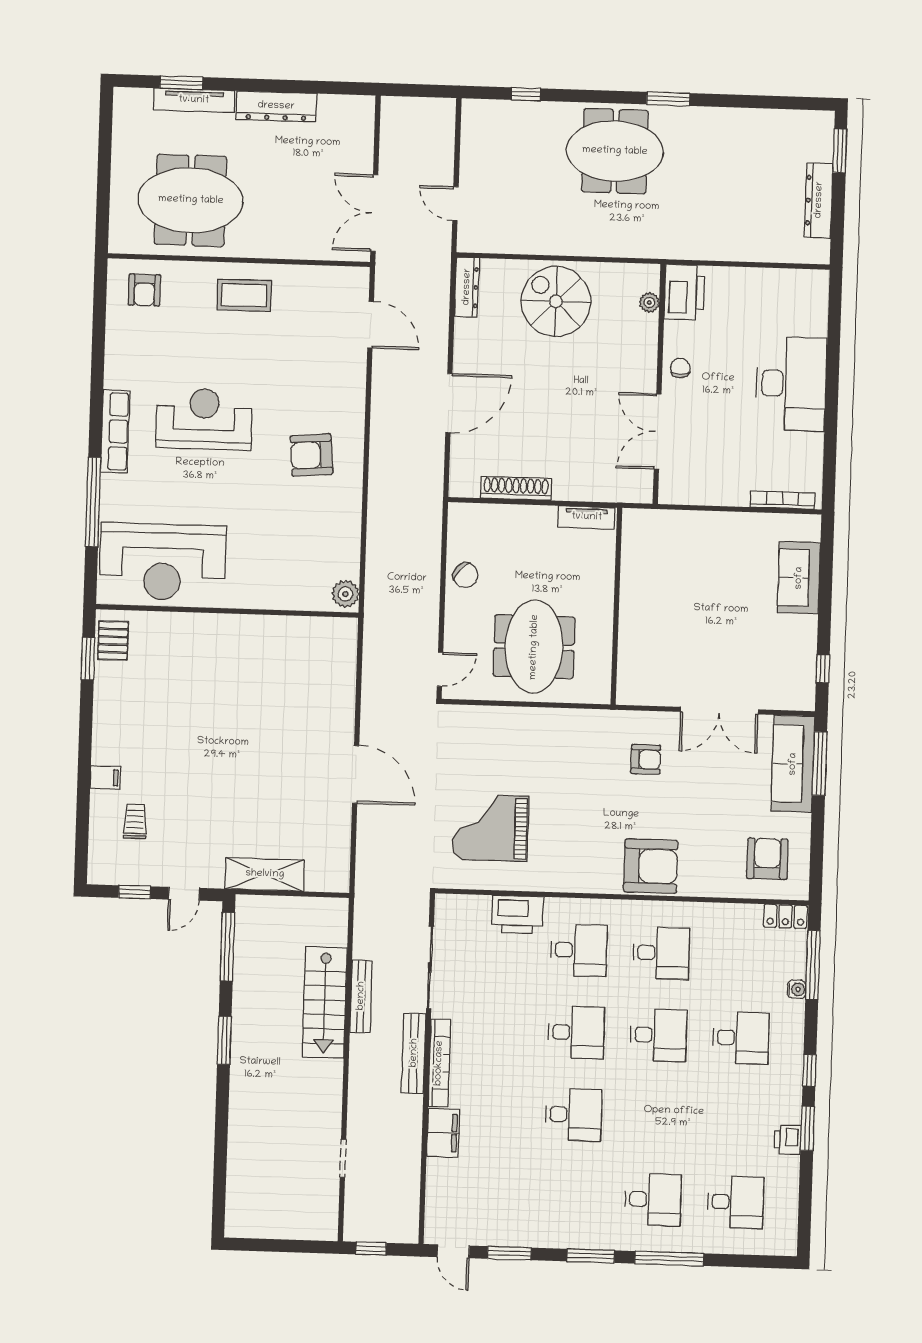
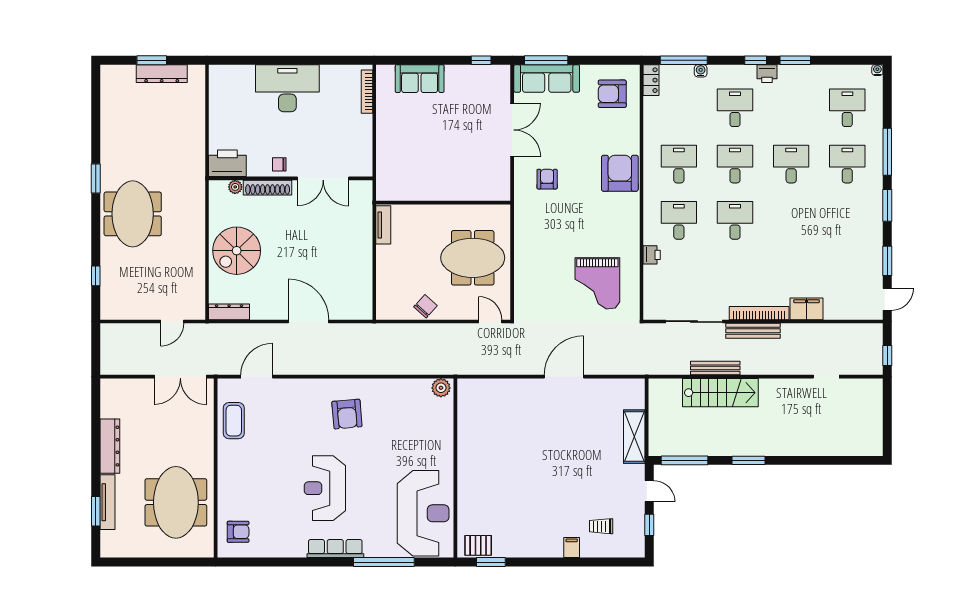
window: (840, 151) -> (152, 60), moved
coffee table: (244, 295) -> (234, 421), moved
shoe rack: (516, 488) -> (268, 188), moved, turned -90
printer: (518, 914) -> (652, 255), width x0.53, depth x0.68
desk: (573, 1115) -> (791, 164), moved
printer: (788, 1140) -> (767, 74), moved
water cooler: (789, 1248) -> (877, 70), added

